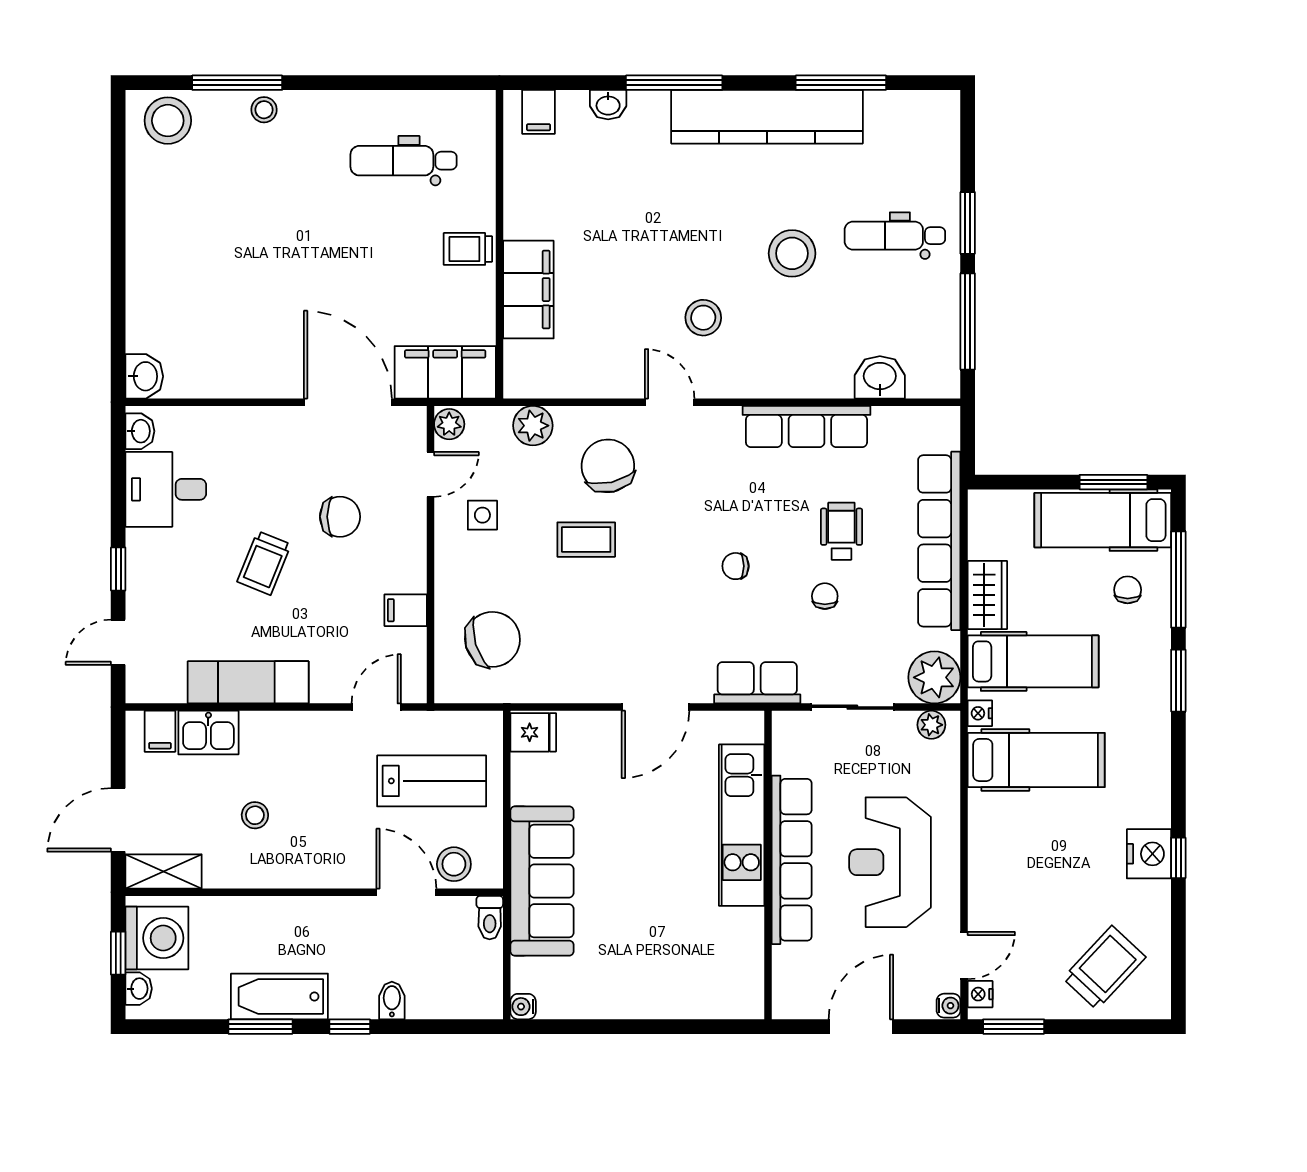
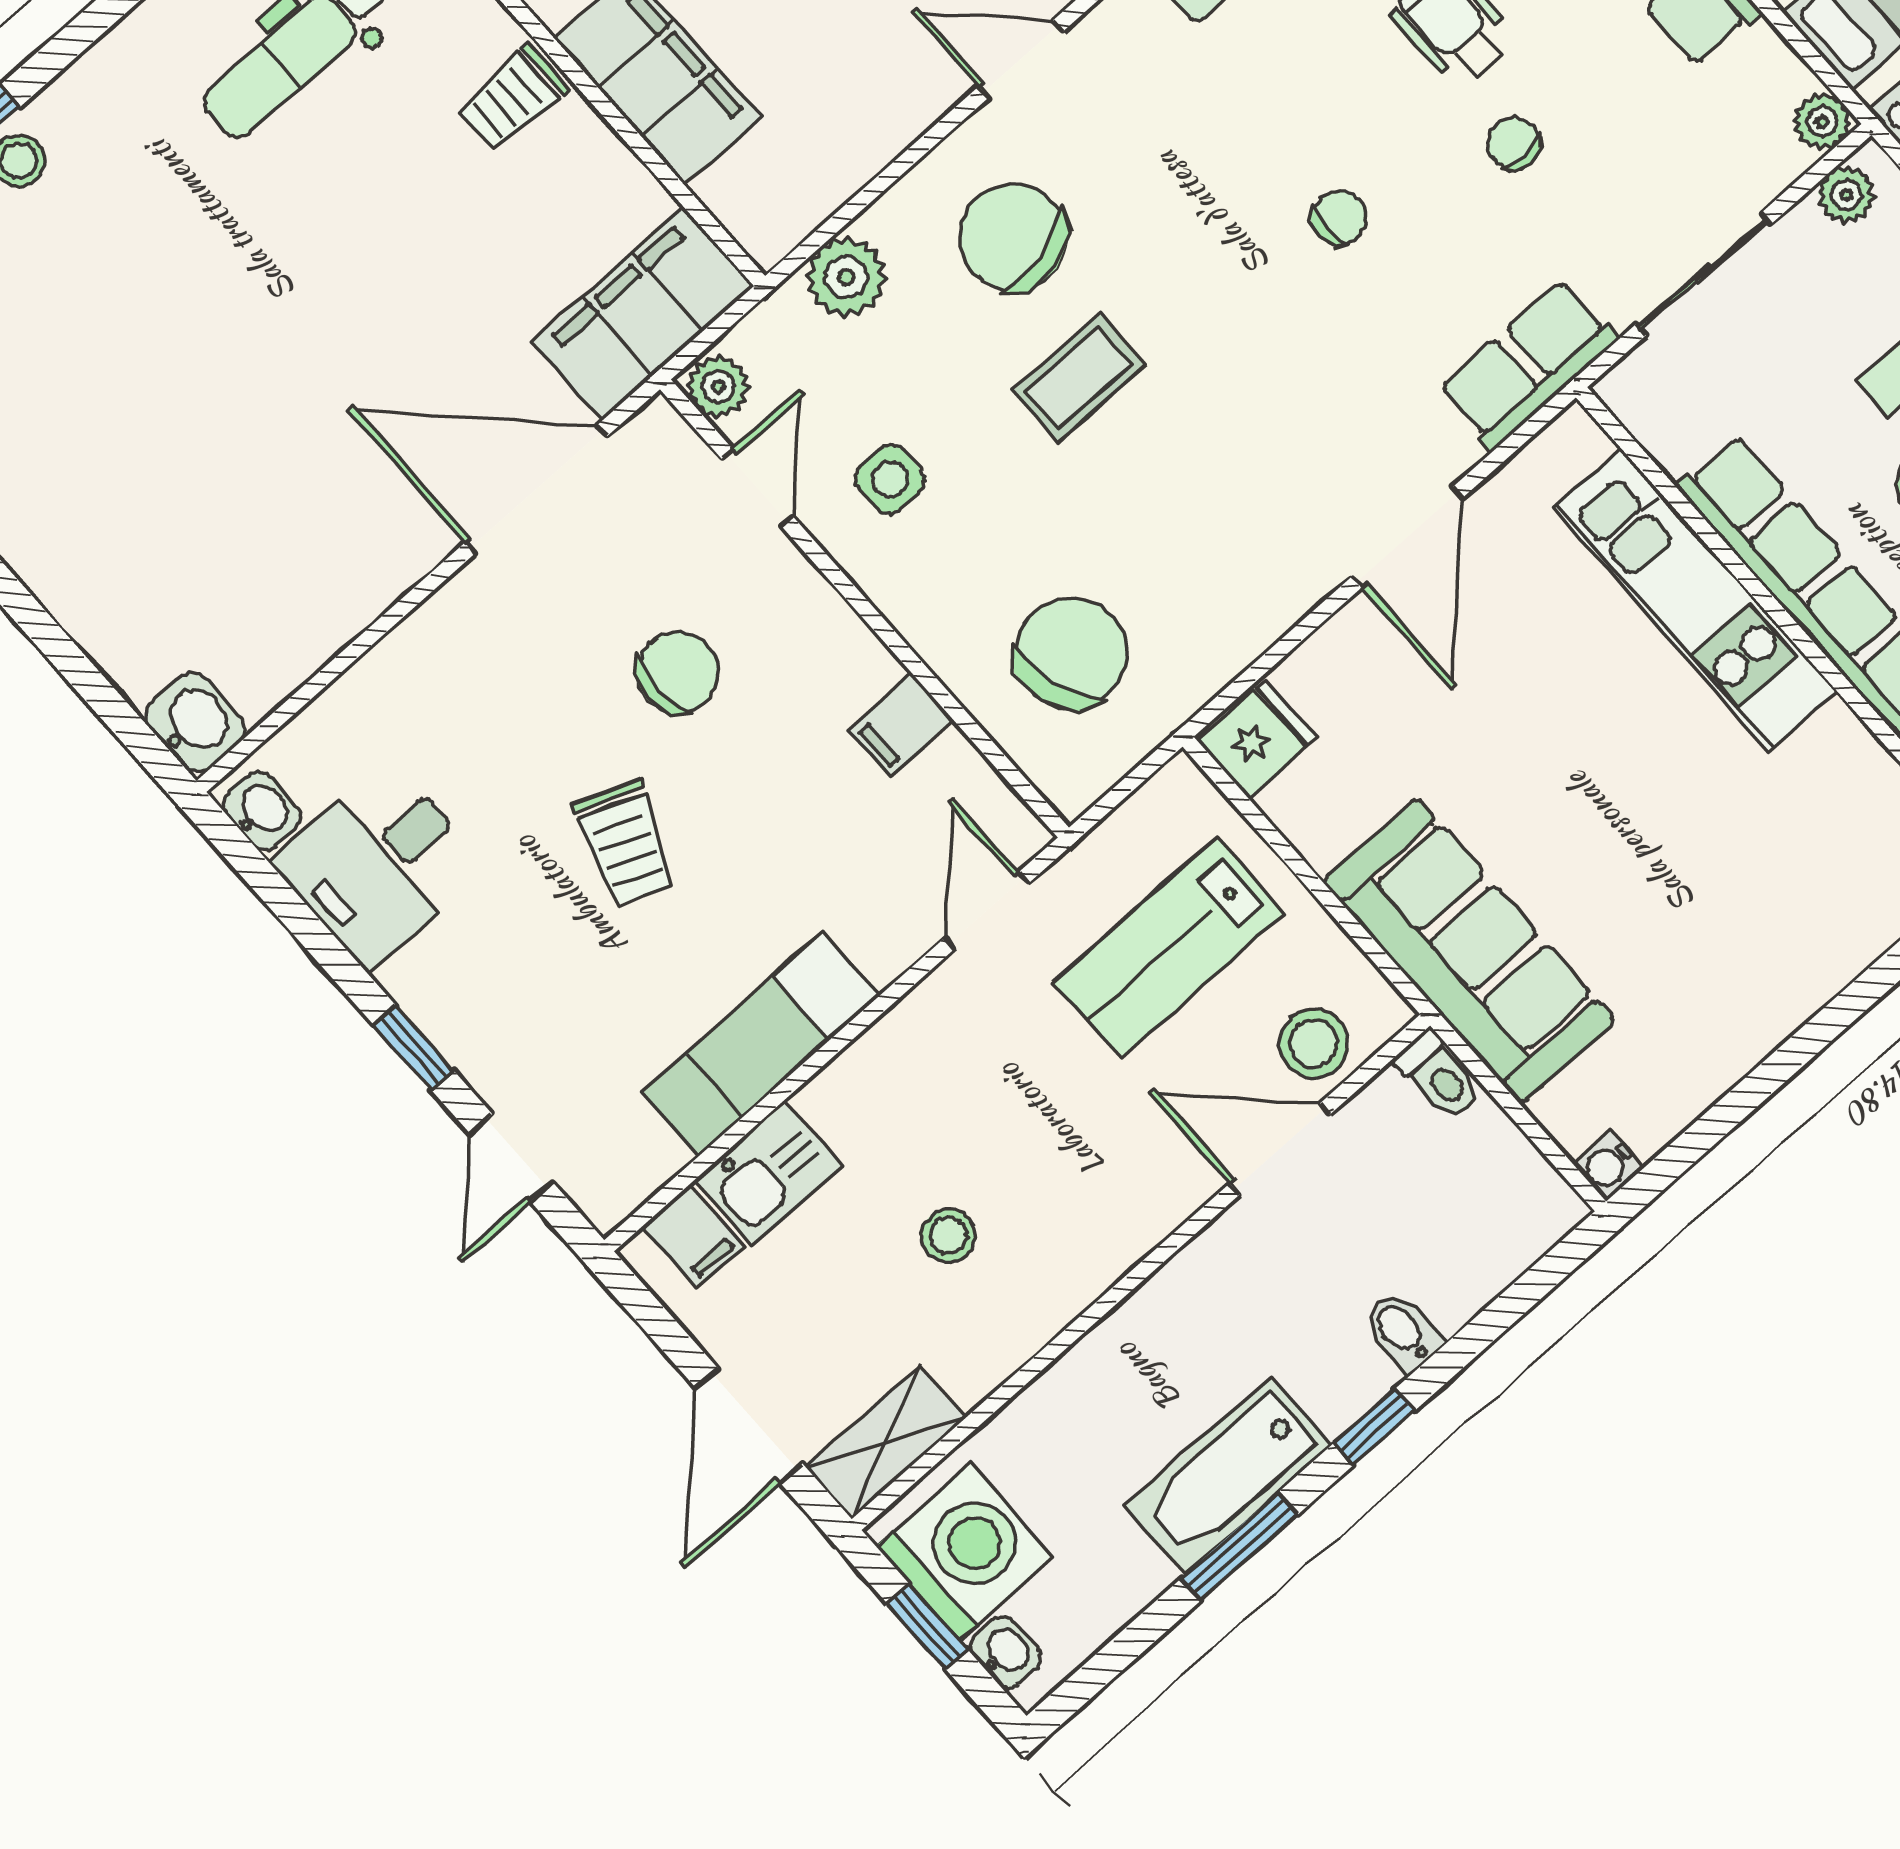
chair: (736, 566) -> (1339, 218), turned 180
plant: (934, 677) -> (1822, 122), width x0.53, depth x0.53
lab bench: (432, 781) -> (1169, 948), turned 180

